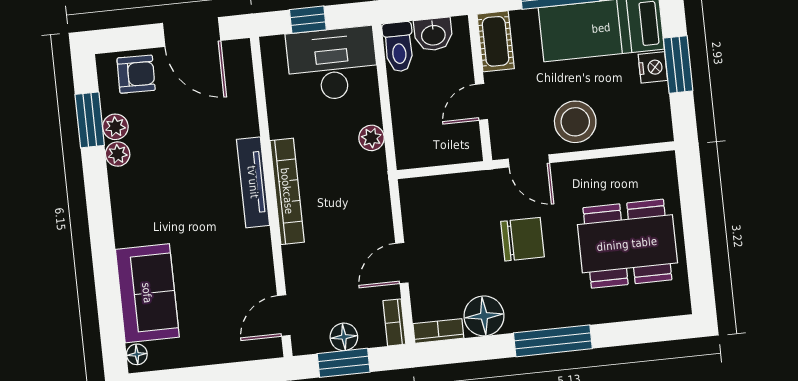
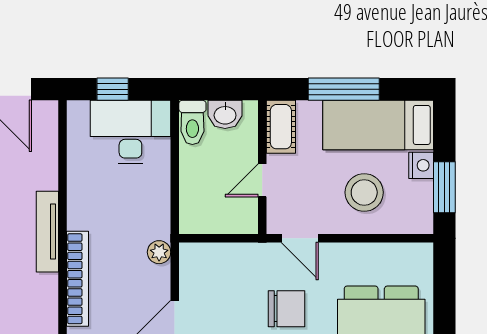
window: (678, 65) -> (444, 187), moved
stool: (575, 122) -> (364, 192), moved
plant: (371, 138) -> (159, 252), moved
bookcase: (287, 191) -> (77, 279), moved

